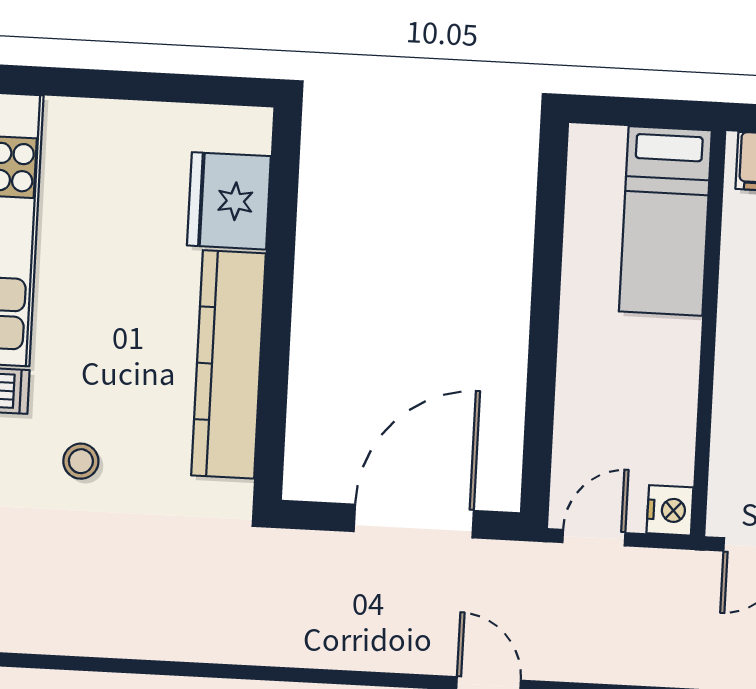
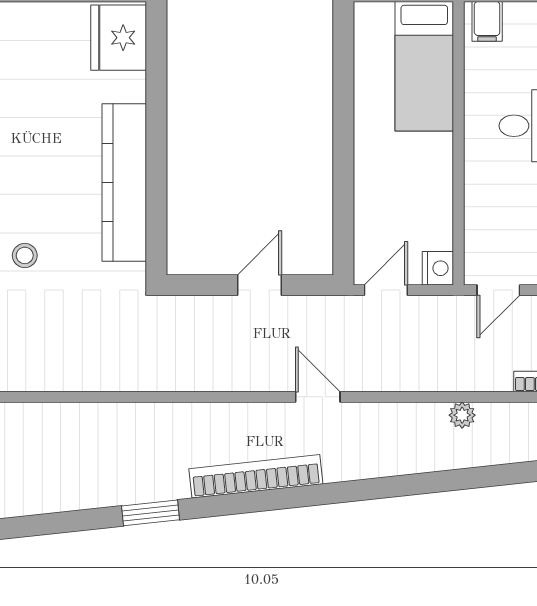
fridge: (229, 201) -> (119, 38), moved
door: (414, 521) -> (259, 285), width x0.53

